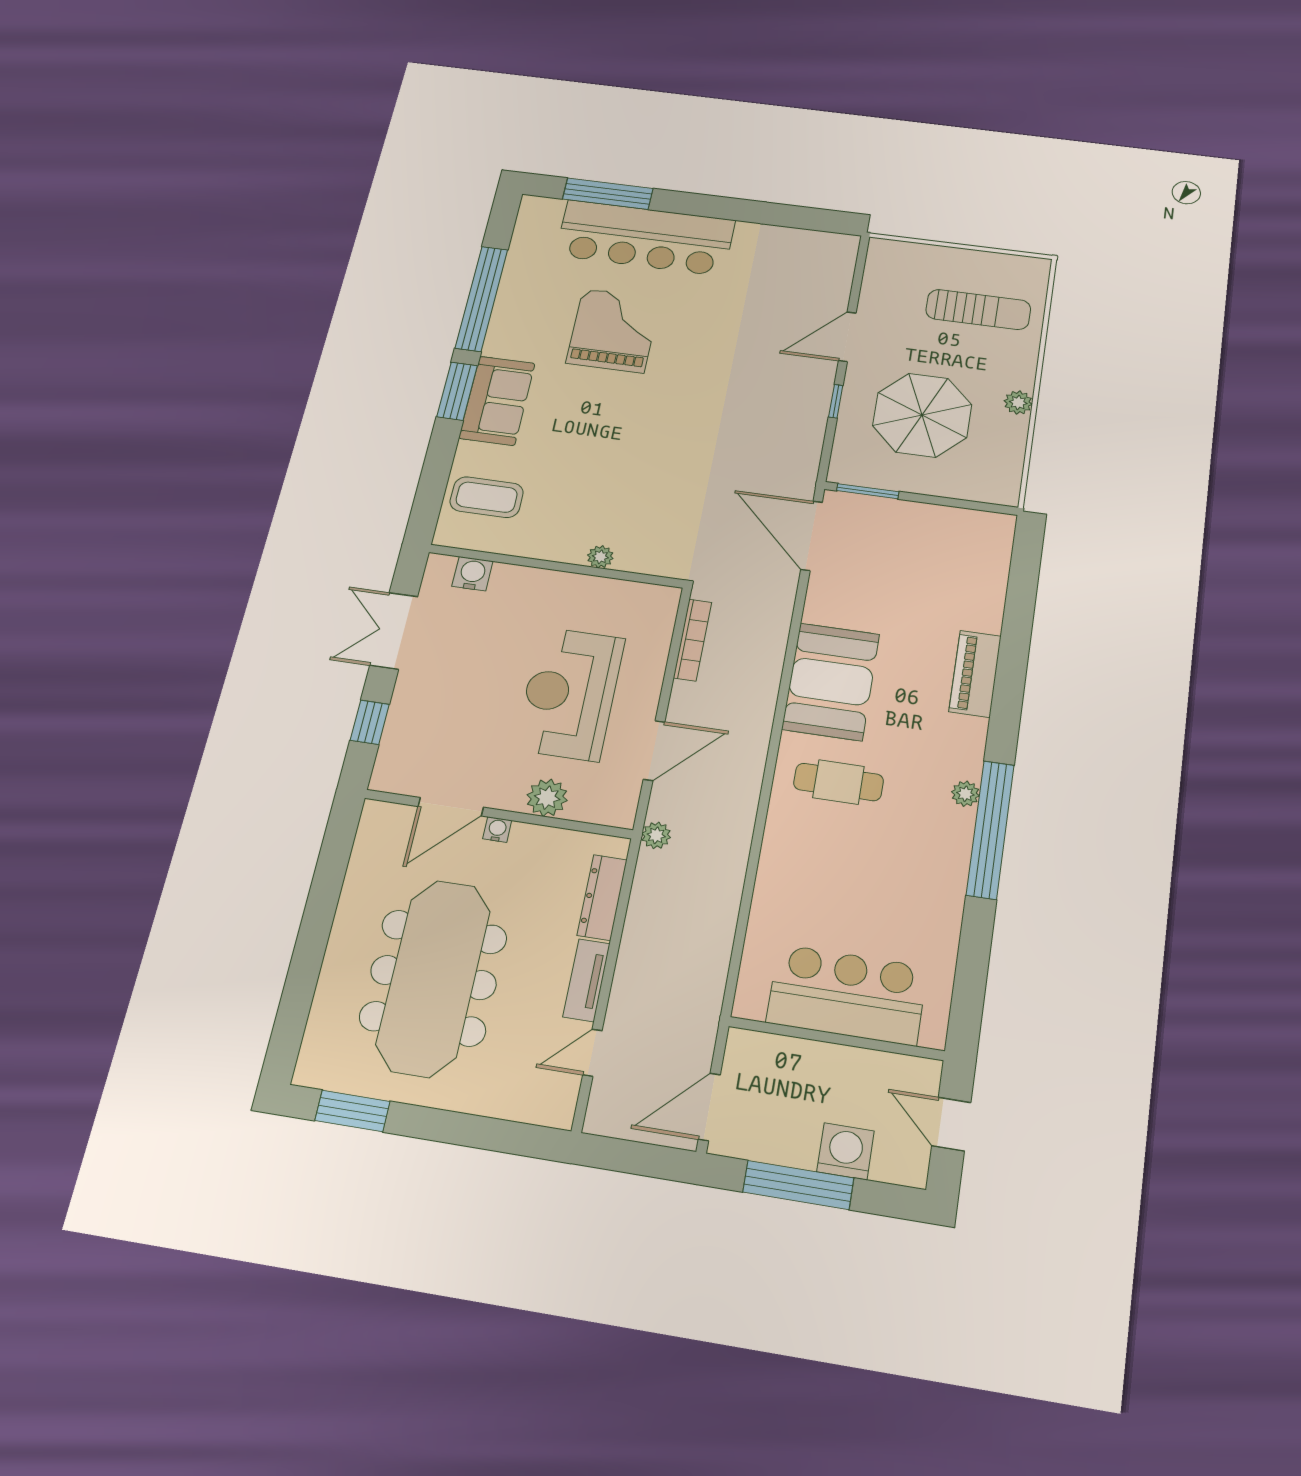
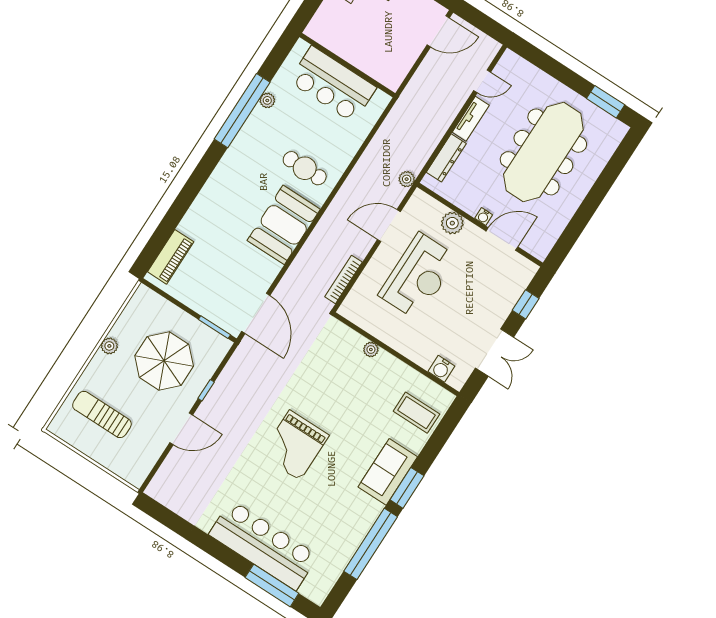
grand piano: (613, 330) -> (295, 445), moved
piano: (975, 674) -> (171, 257), moved
plant: (965, 794) -> (267, 100), moved
bar counter: (847, 995) -> (333, 84), moved
wall: (836, 1039) -> (347, 65), moved

